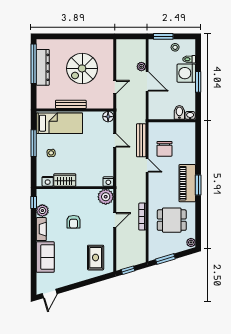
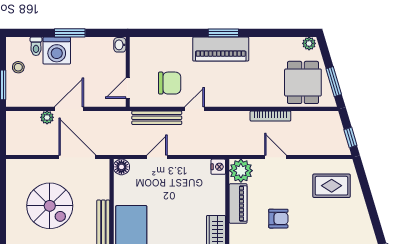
door: (115, 87) -> (77, 157), width x1.87
bidet: (179, 112) -> (115, 61), removed
door: (161, 121) -> (128, 88), added
piano: (84, 195) -> (238, 203), added
dining table: (172, 220) -> (303, 82), moved

